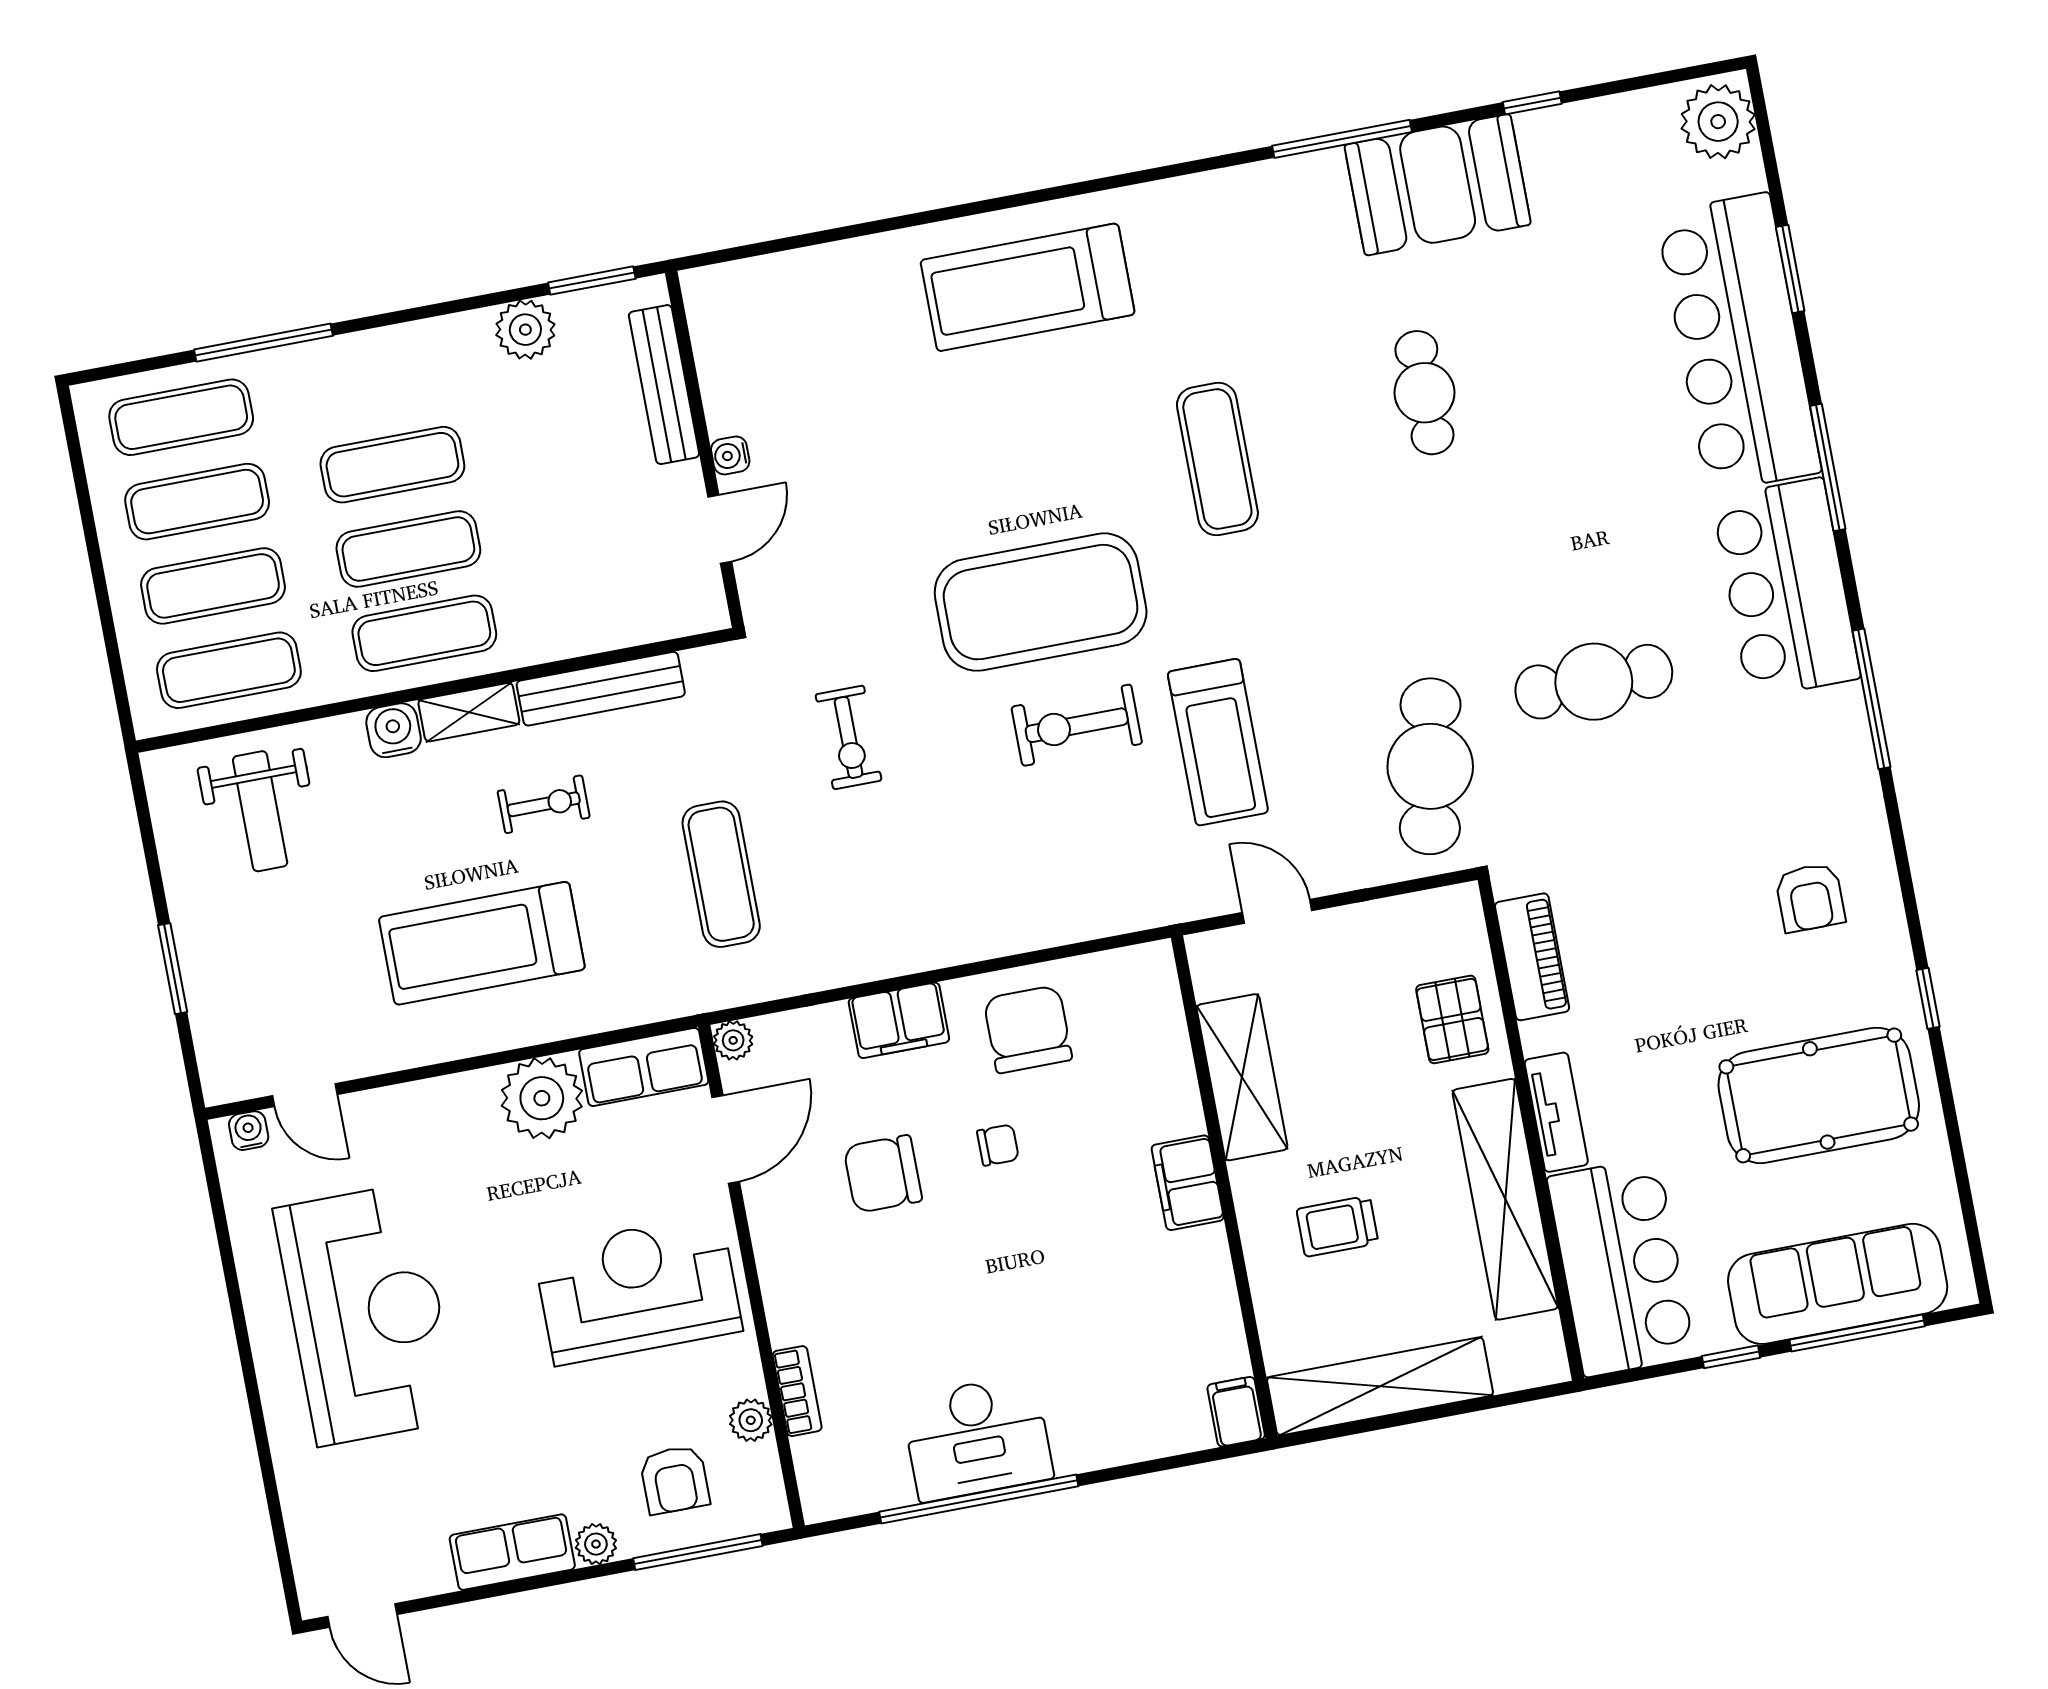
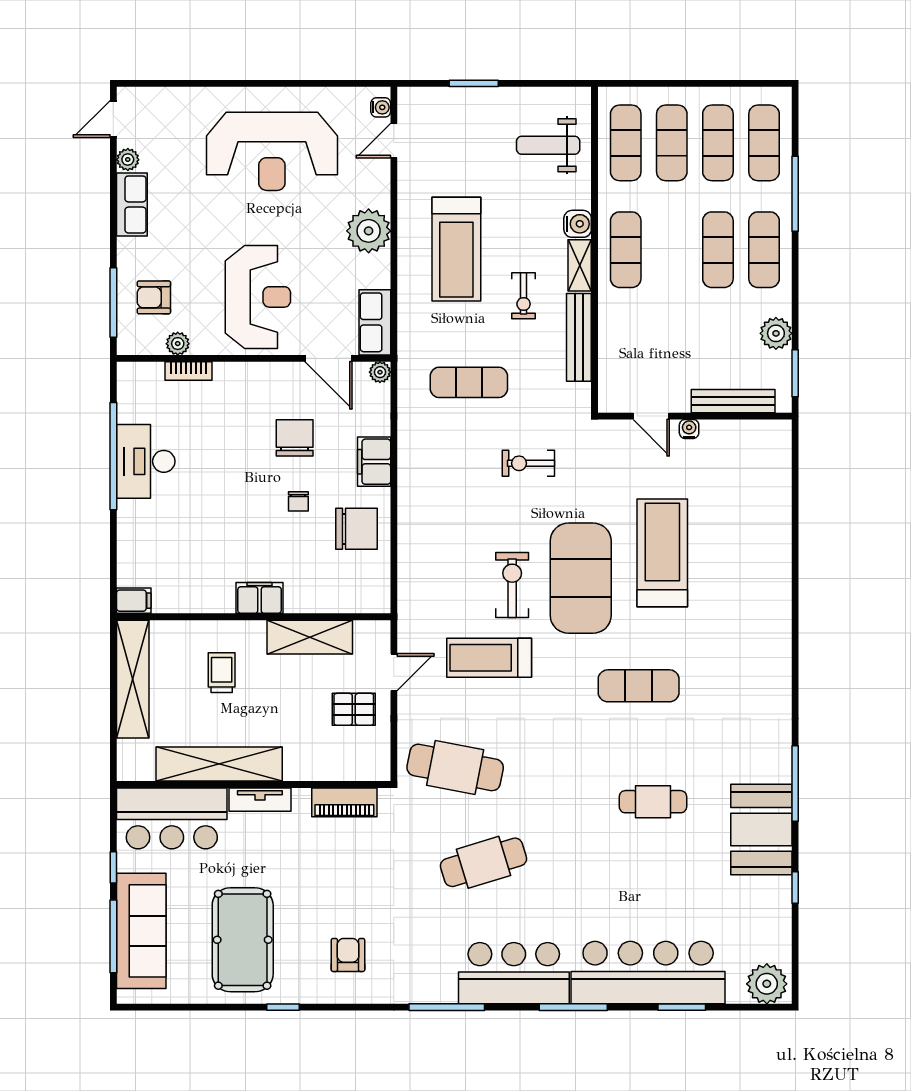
treadmill: (1028, 287) -> (662, 553), moved
exercise mat: (408, 549) -> (764, 250), moved
cafe table: (1594, 682) -> (484, 862), turned 73
armchair: (1810, 898) -> (348, 955), turned 90
treadmill: (482, 943) -> (456, 249), turned 180
pallet: (1452, 1019) -> (354, 709), moved
plant: (542, 1098) -> (369, 231), moved
plant: (596, 1544) -> (128, 160), moved

